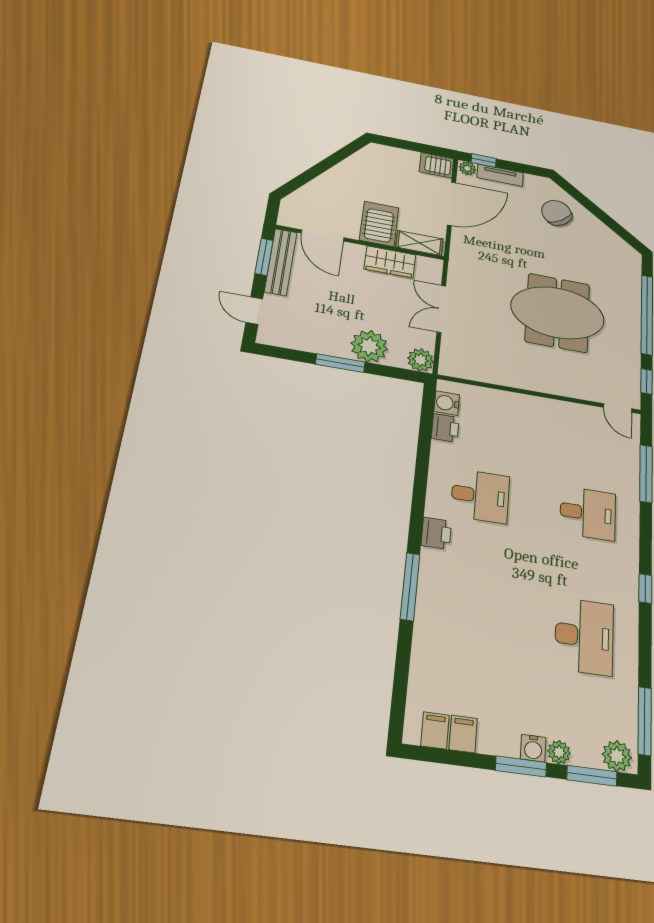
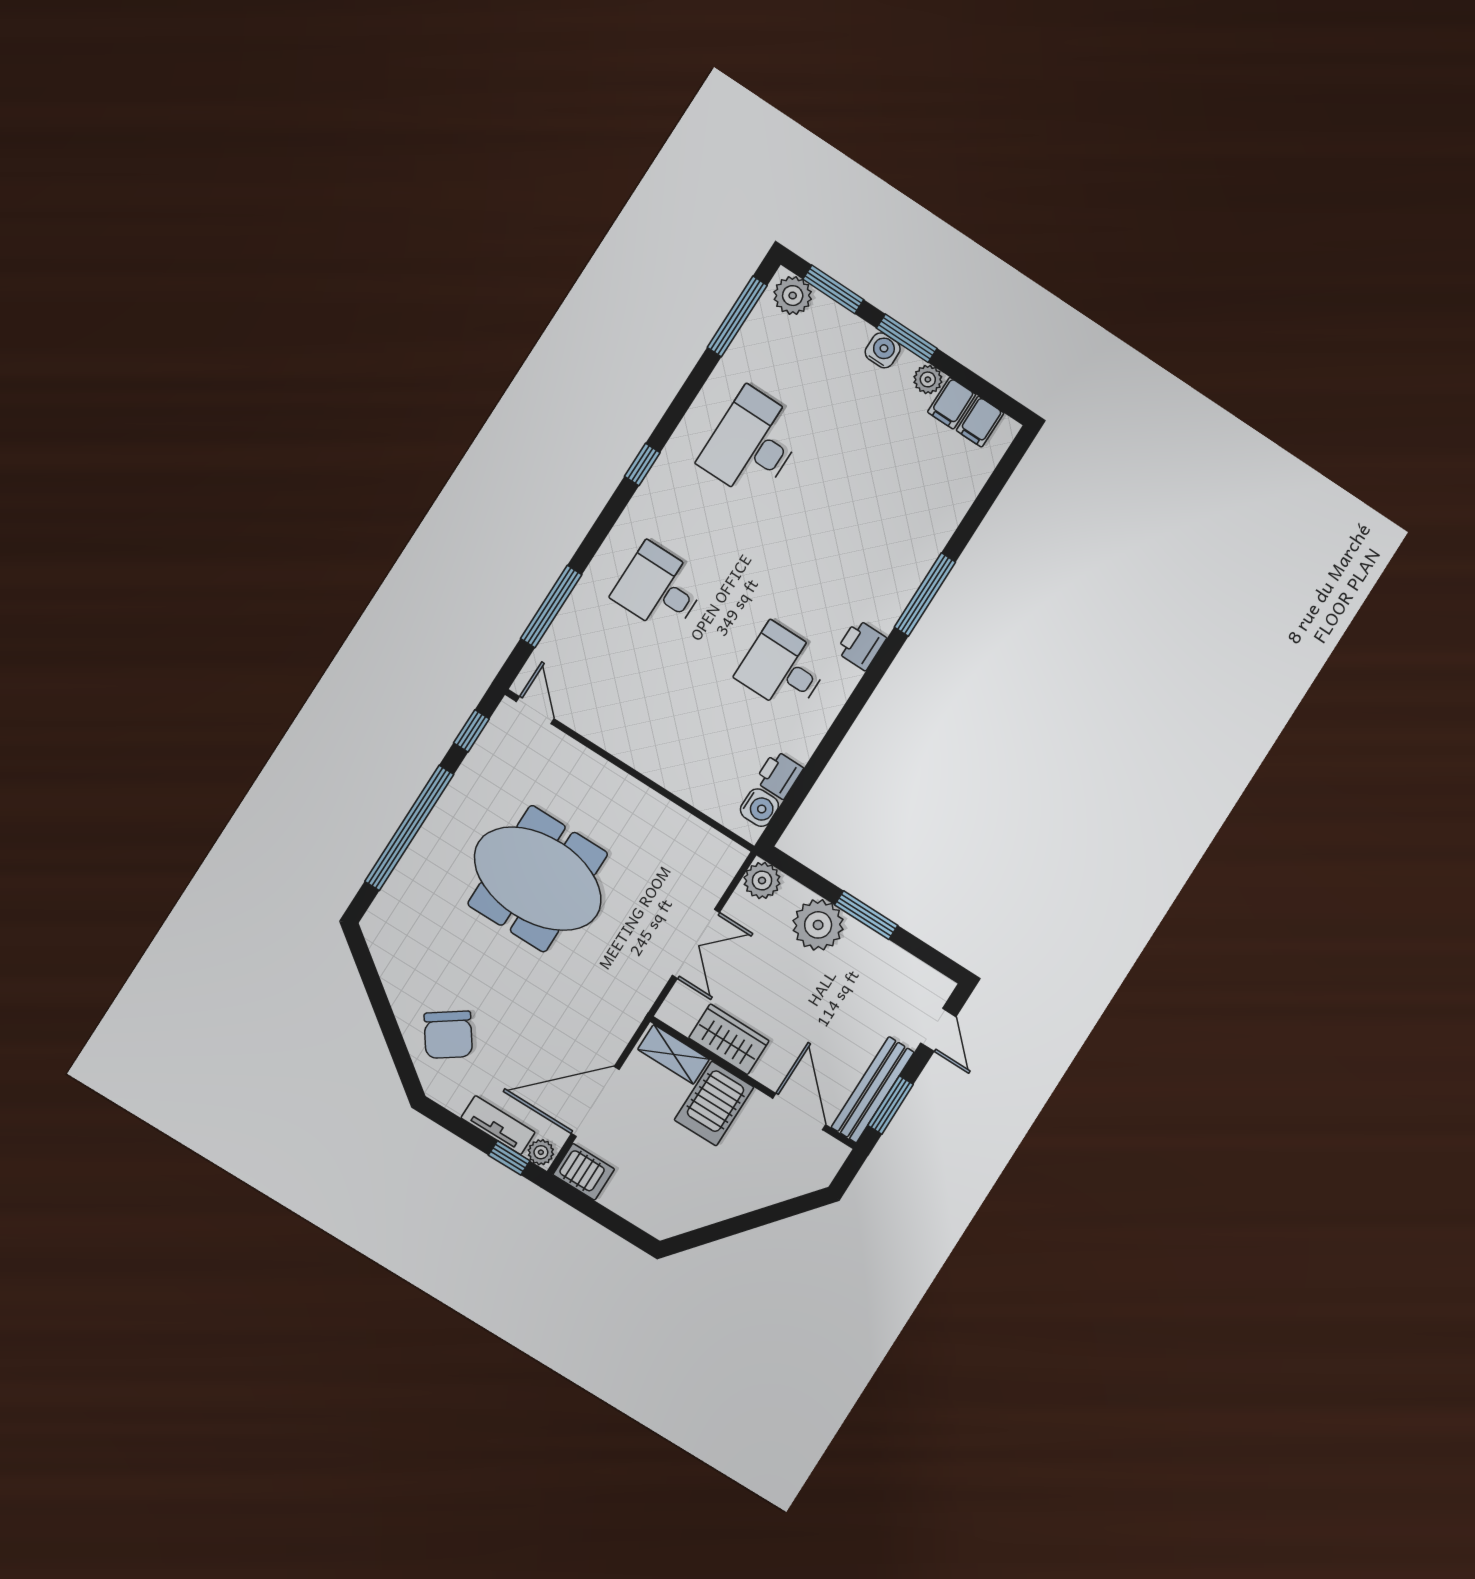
plant: (559, 752) -> (928, 379), moved

